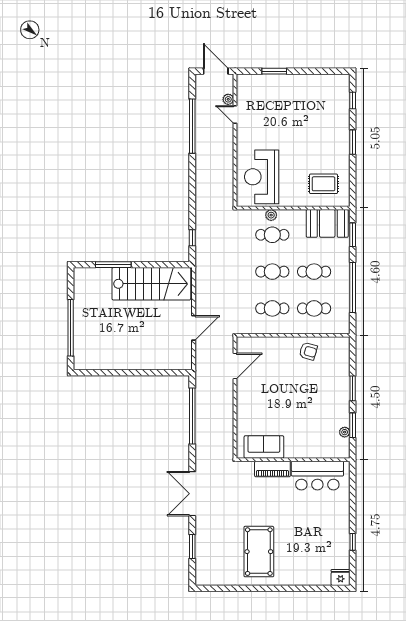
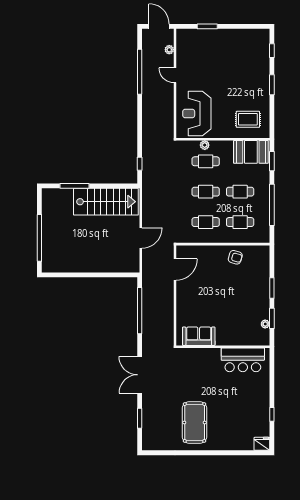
door: (235, 115) -> (175, 75), moved
piano: (272, 469) -> (206, 354), removed

